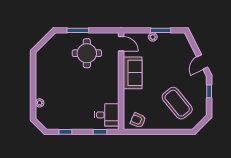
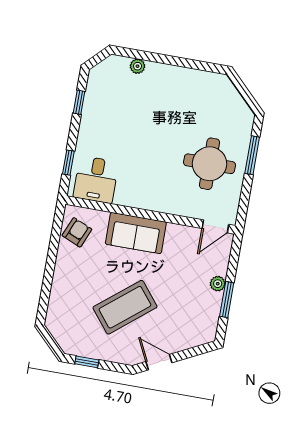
sofa: (133, 73) -> (136, 233), moved
window: (209, 91) -> (87, 362), moved
coffee table: (177, 103) -> (125, 307), moved

